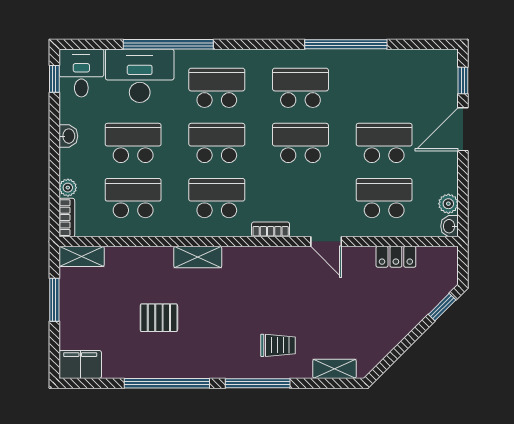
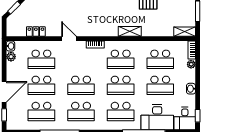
school desk: (384, 88) -> (41, 111), added

